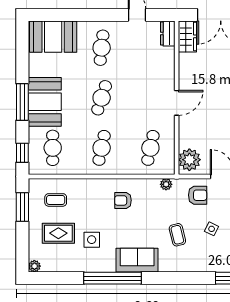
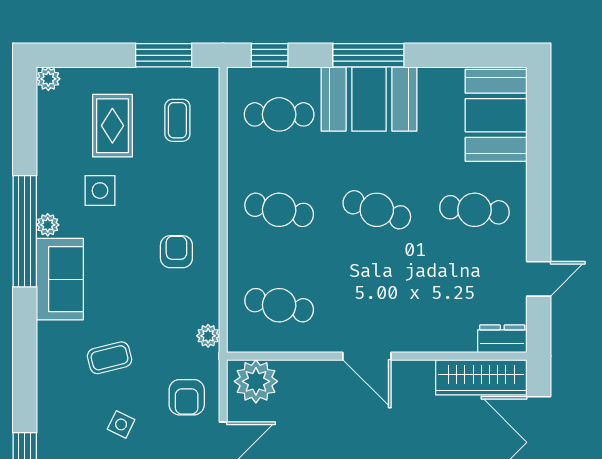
wardrobe: (187, 36) -> (481, 377), width x1.50
plant: (109, 266) -> (48, 225), added

